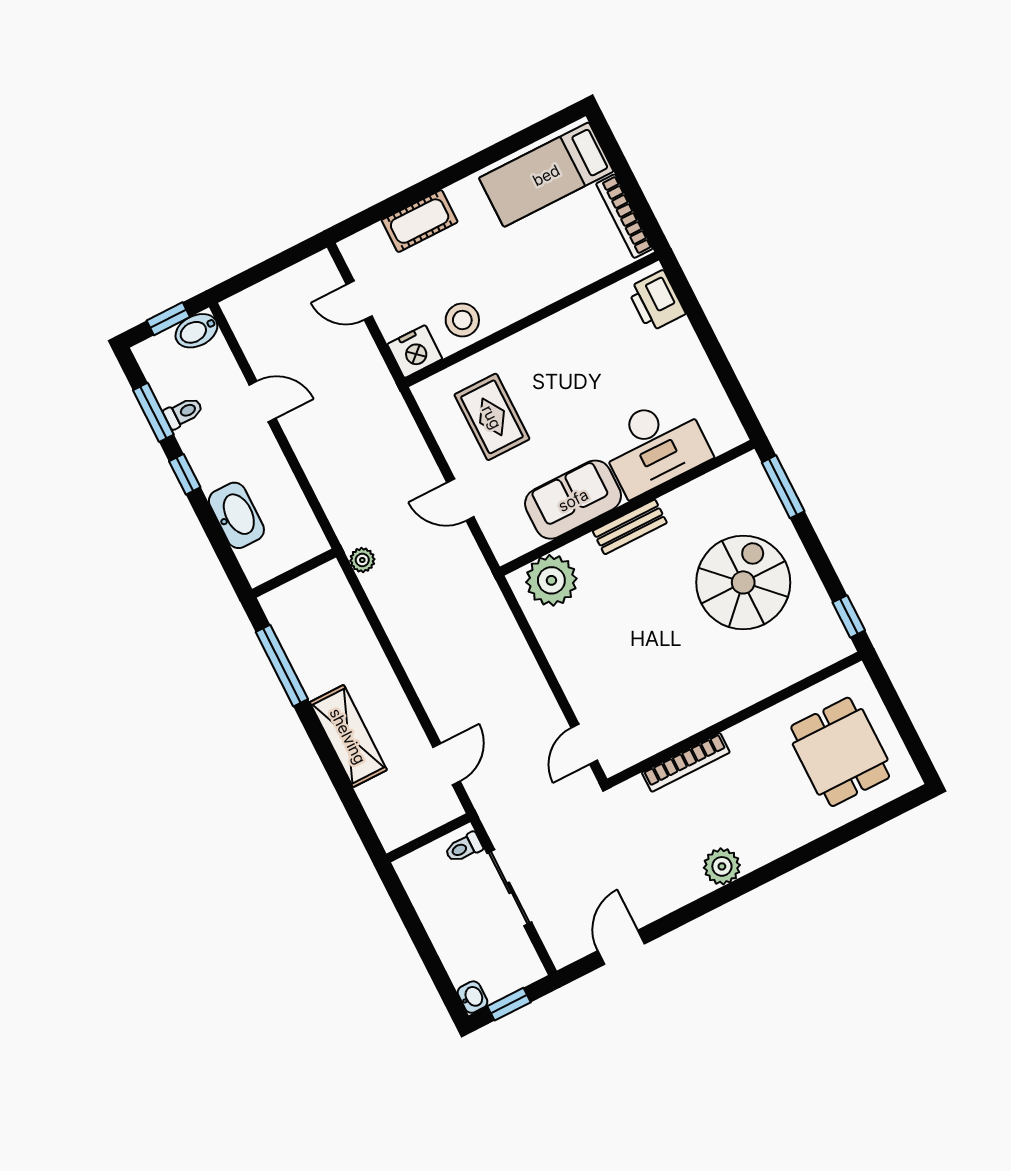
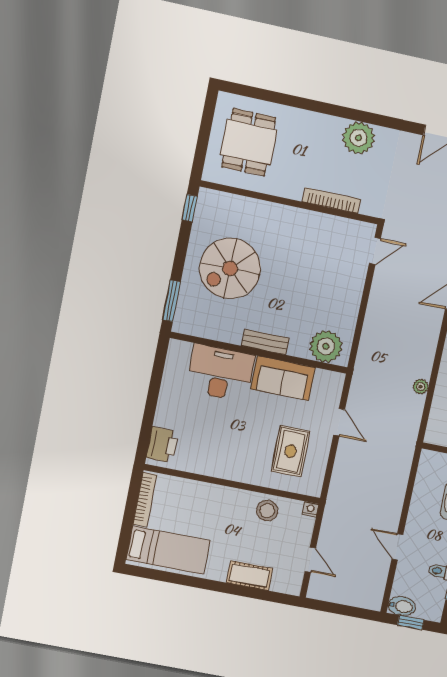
nightstand: (415, 352) -> (310, 509), width x0.53, depth x0.56
plant: (362, 560) -> (421, 387), moved
plant: (722, 866) -> (359, 138), width x1.36, depth x1.36

